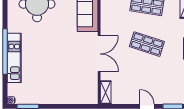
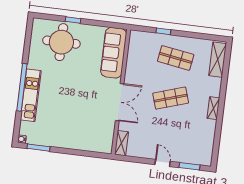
shop shelf: (147, 44) -> (171, 98), turned -36

